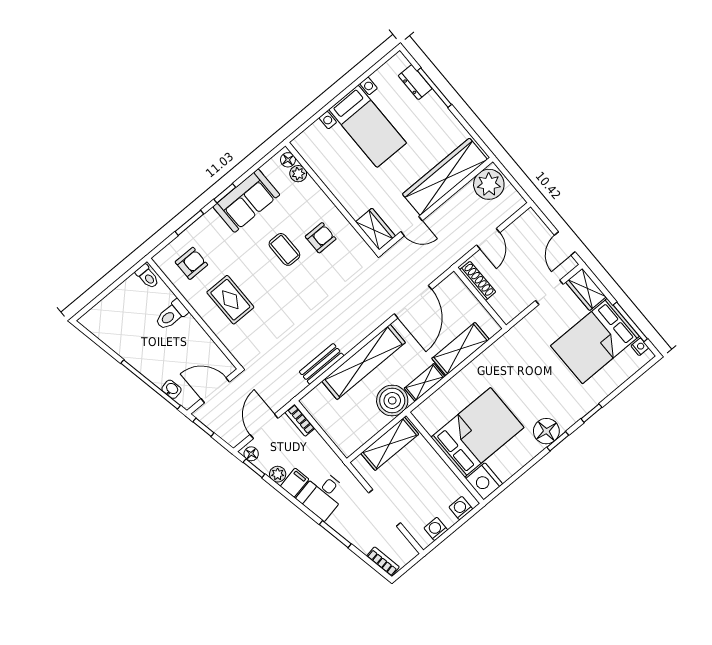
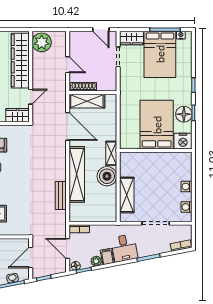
shelving: (461, 349) -> (87, 101), moved, turned 90
bed: (477, 432) -> (157, 125), moved
wall: (445, 458) -> (156, 150), moved
nightstand: (484, 481) -> (183, 141), moved

